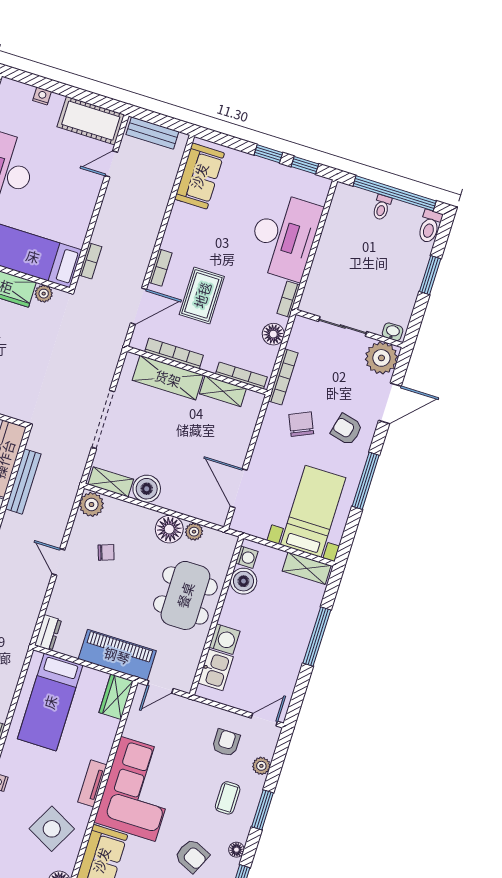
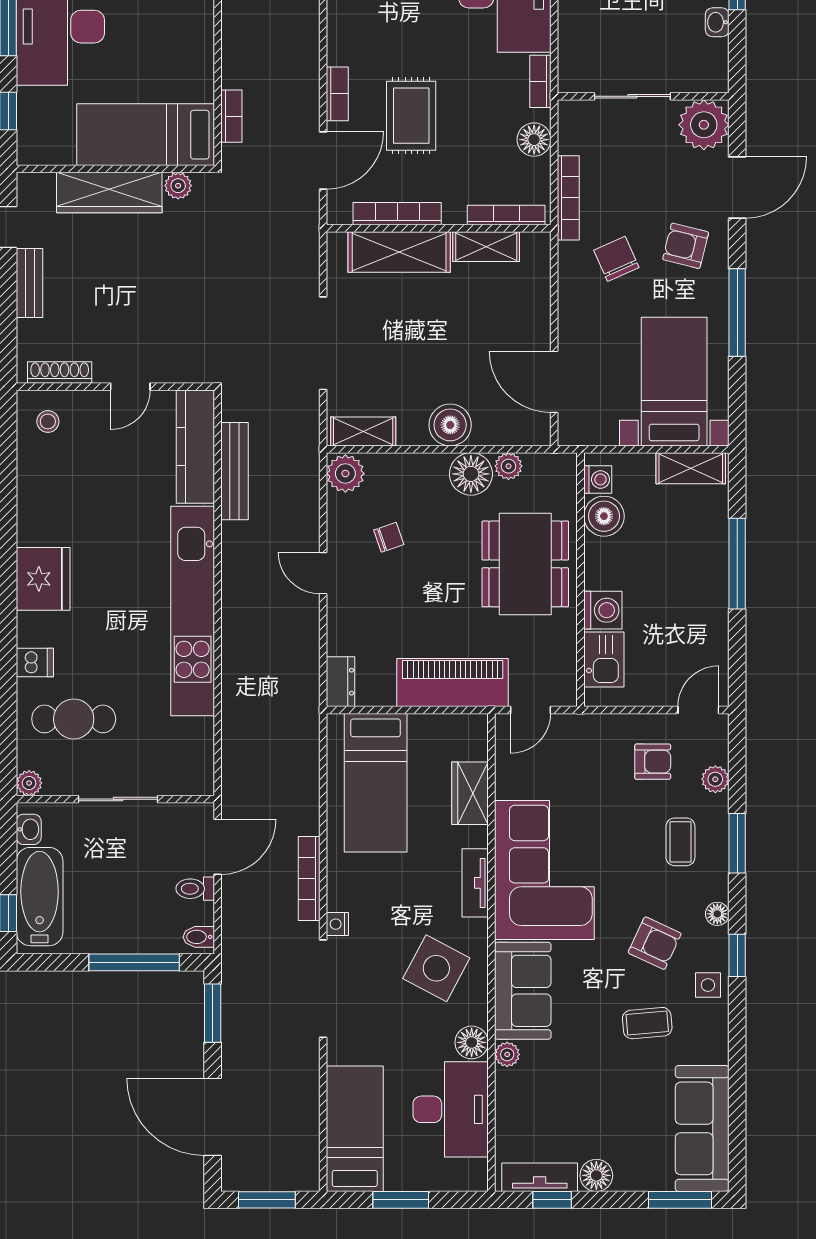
washbasin: (393, 332) -> (717, 22), moved, turned -90
boiler: (147, 489) -> (450, 425), moved
wardrobe: (116, 697) -> (470, 793), moved
armchair: (226, 743) -> (653, 762), turned 90

